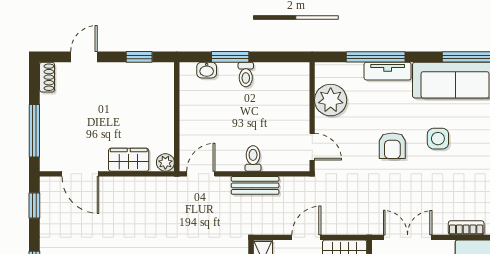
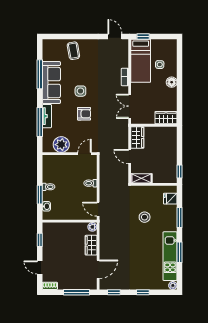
bench: (255, 185) -> (104, 182), removed

